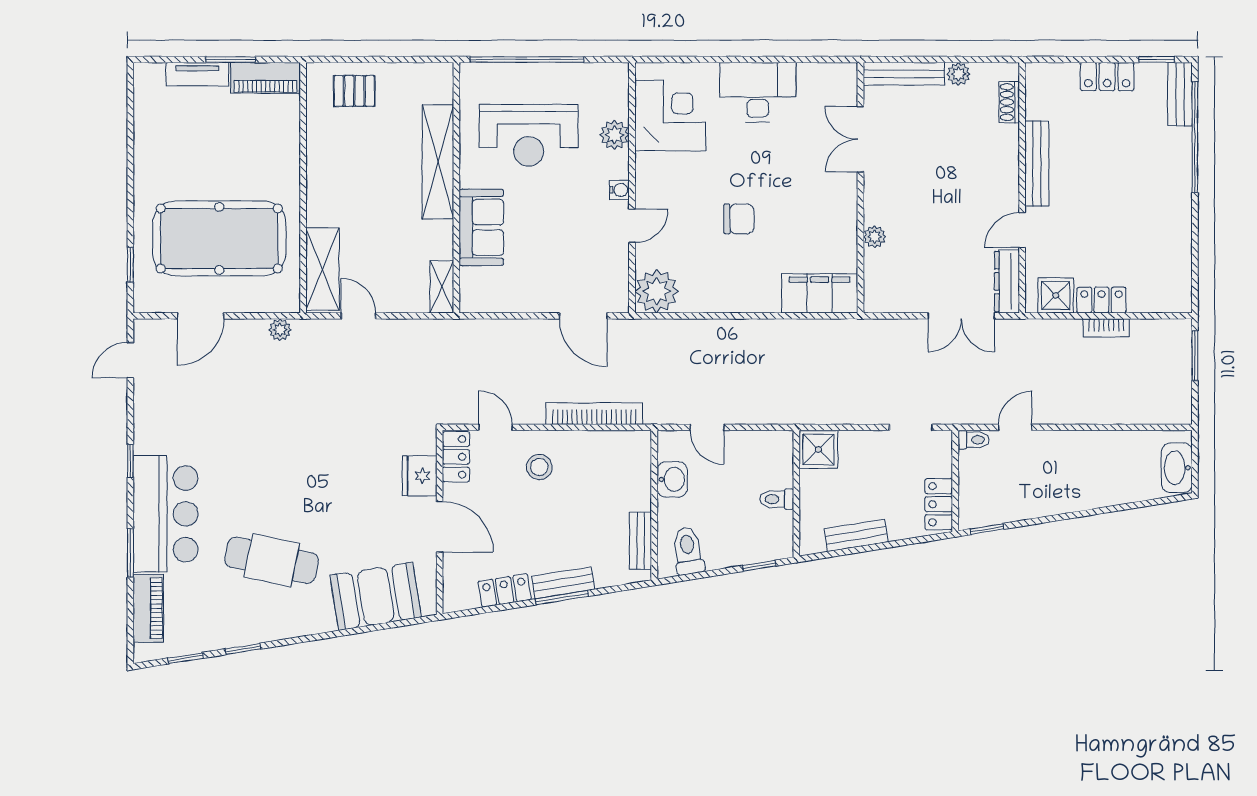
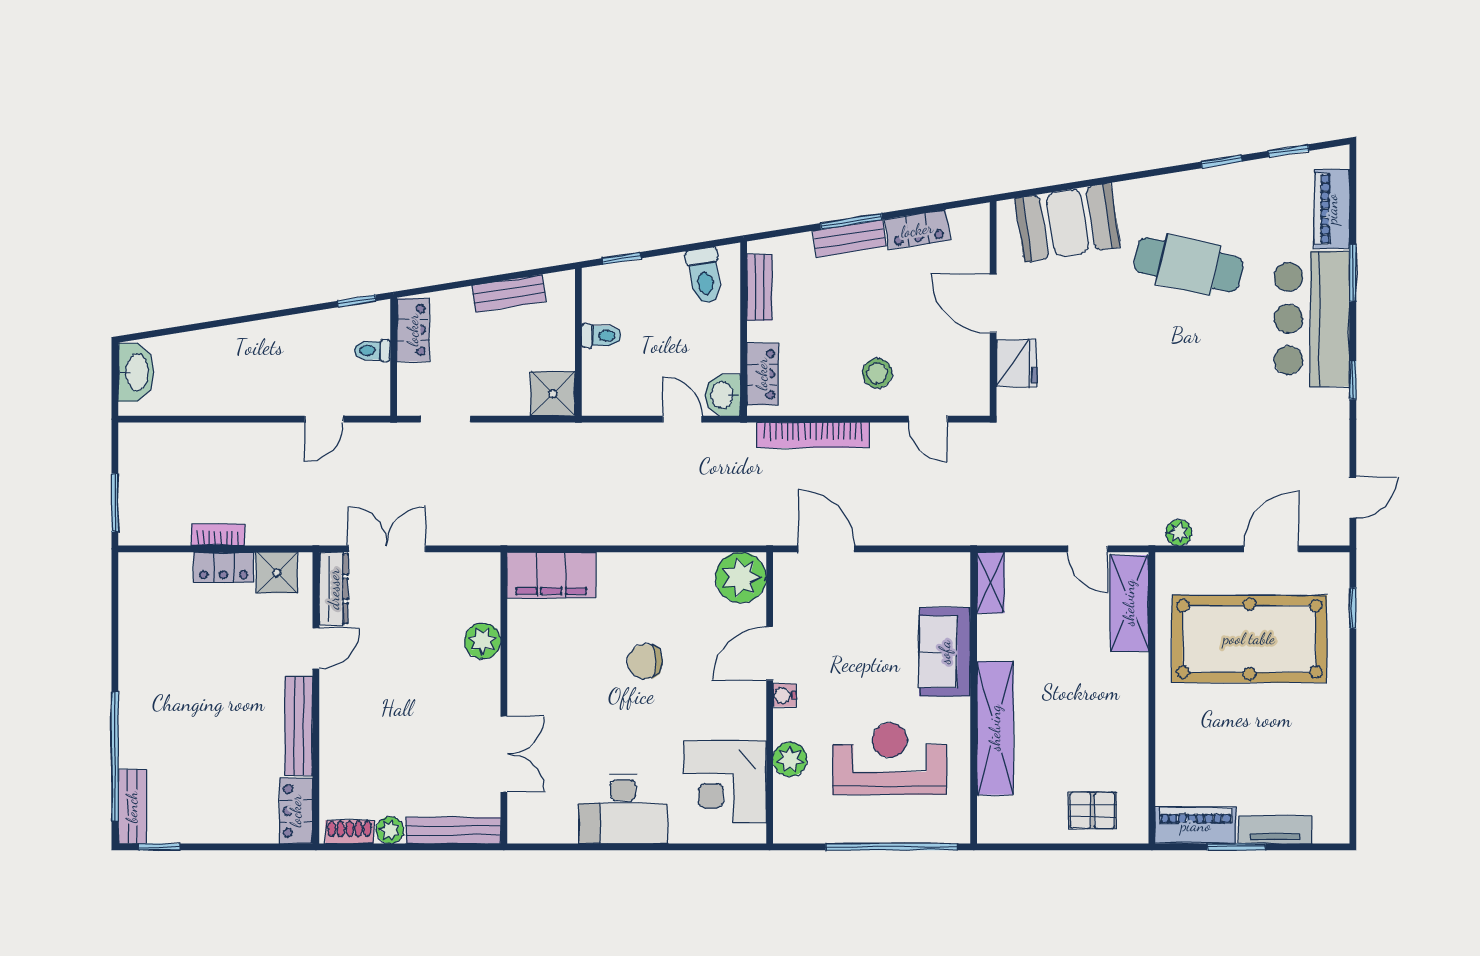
locker: (1107, 77) -> (296, 811), moved, turned -90
shoe rack: (1009, 102) -> (350, 832), moved, turned -90
door: (632, 226) -> (770, 654), width x1.38
plant: (875, 237) -> (483, 641), width x1.38, depth x1.38
toilet: (974, 440) -> (372, 351), moved
locker: (456, 457) -> (762, 374), moved, turned 180
washbasin: (672, 479) -> (723, 395), moved

